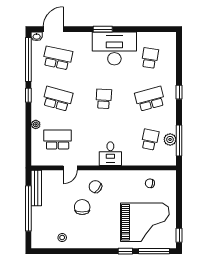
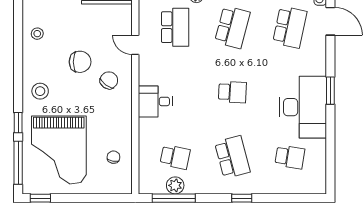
stool: (103, 236) -> (40, 91), added

